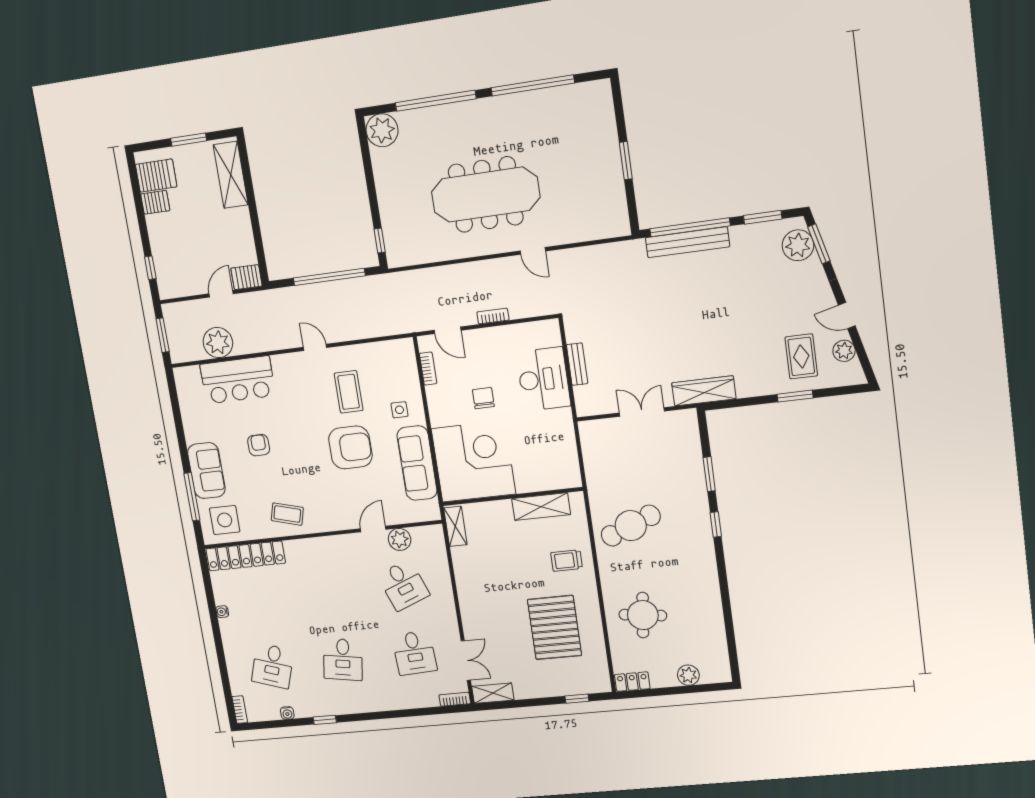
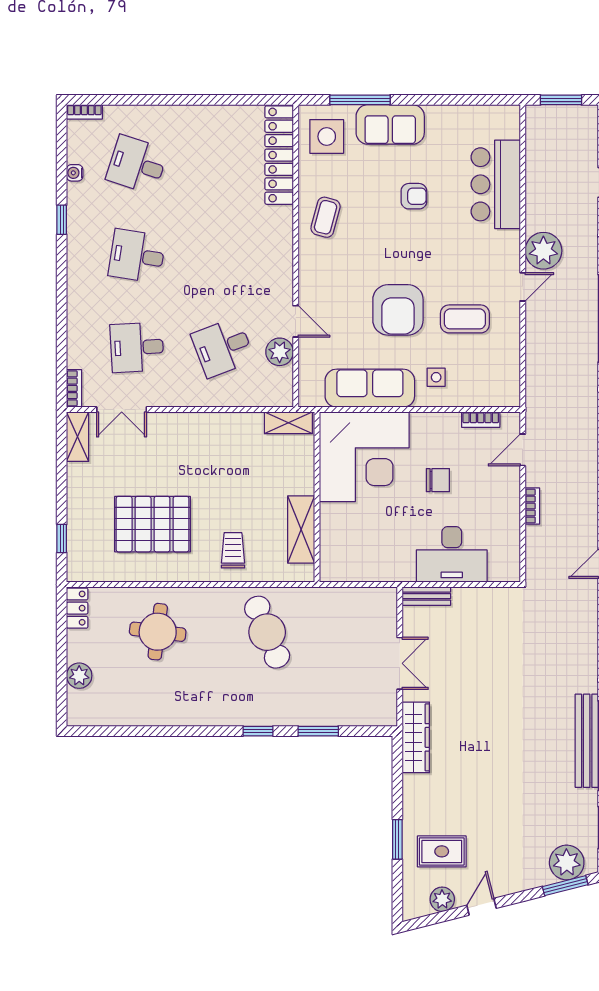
plant: (218, 343) -> (543, 251), moved
bench: (577, 364) -> (426, 596), moved
water cooler: (222, 612) -> (212, 112), removed

